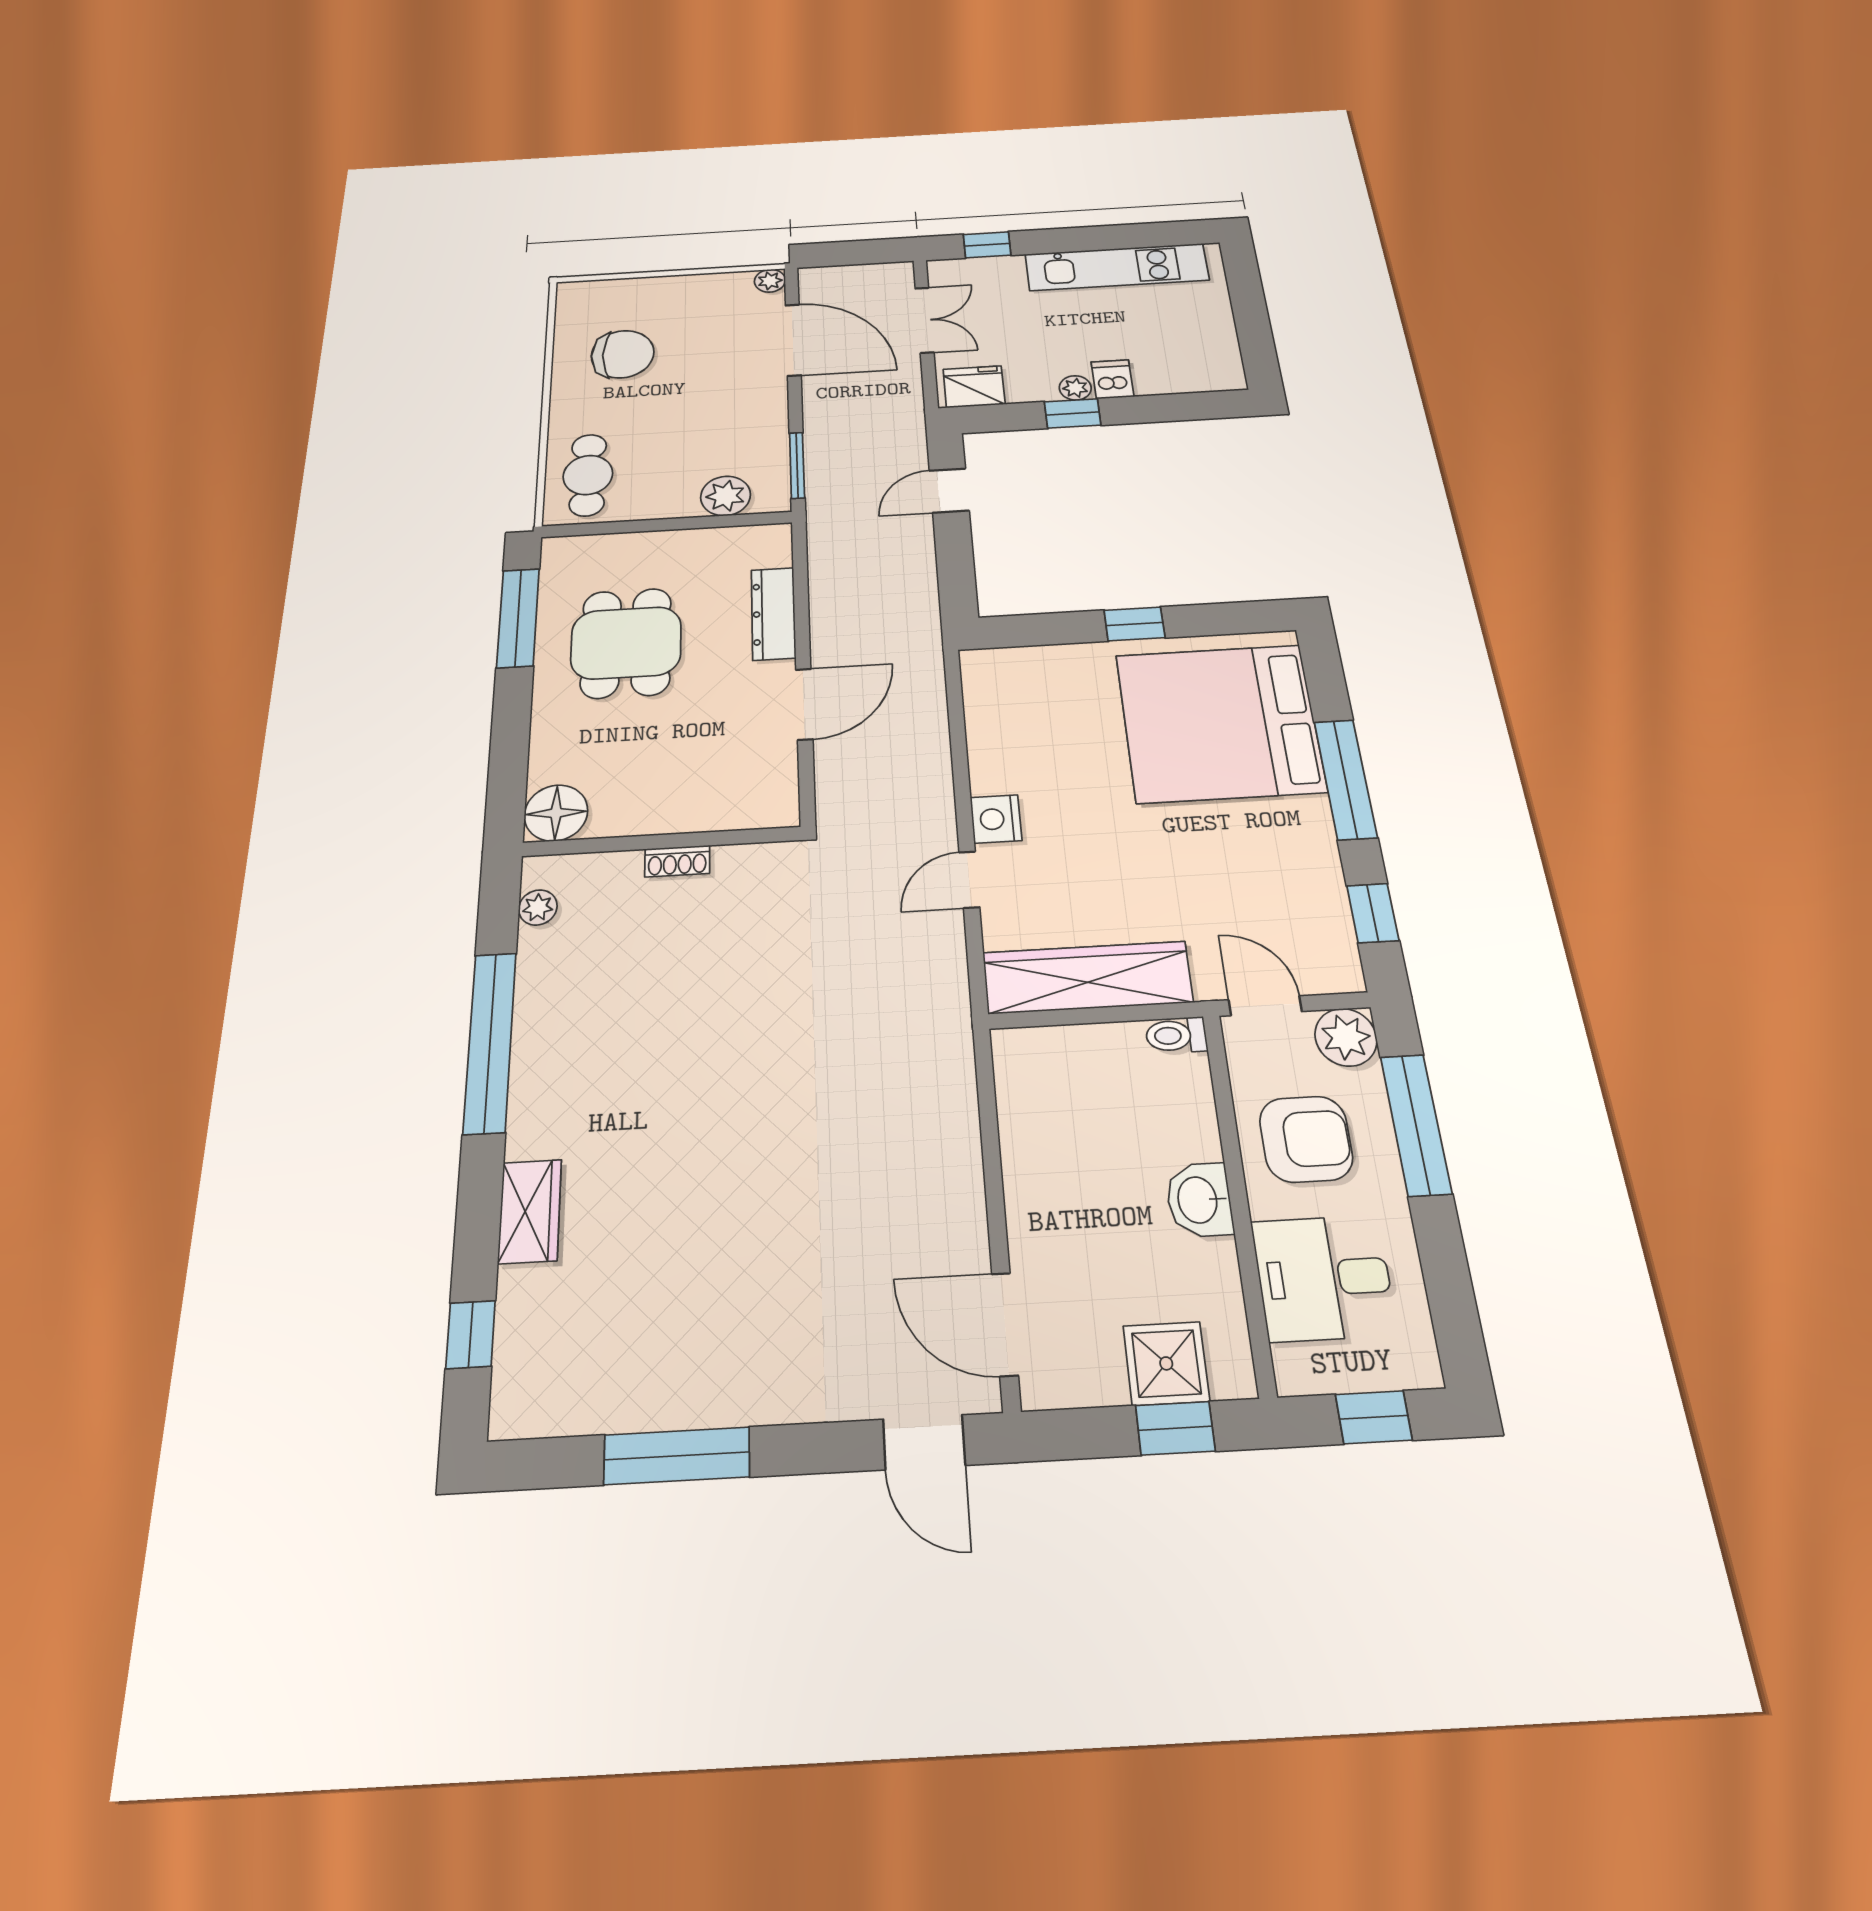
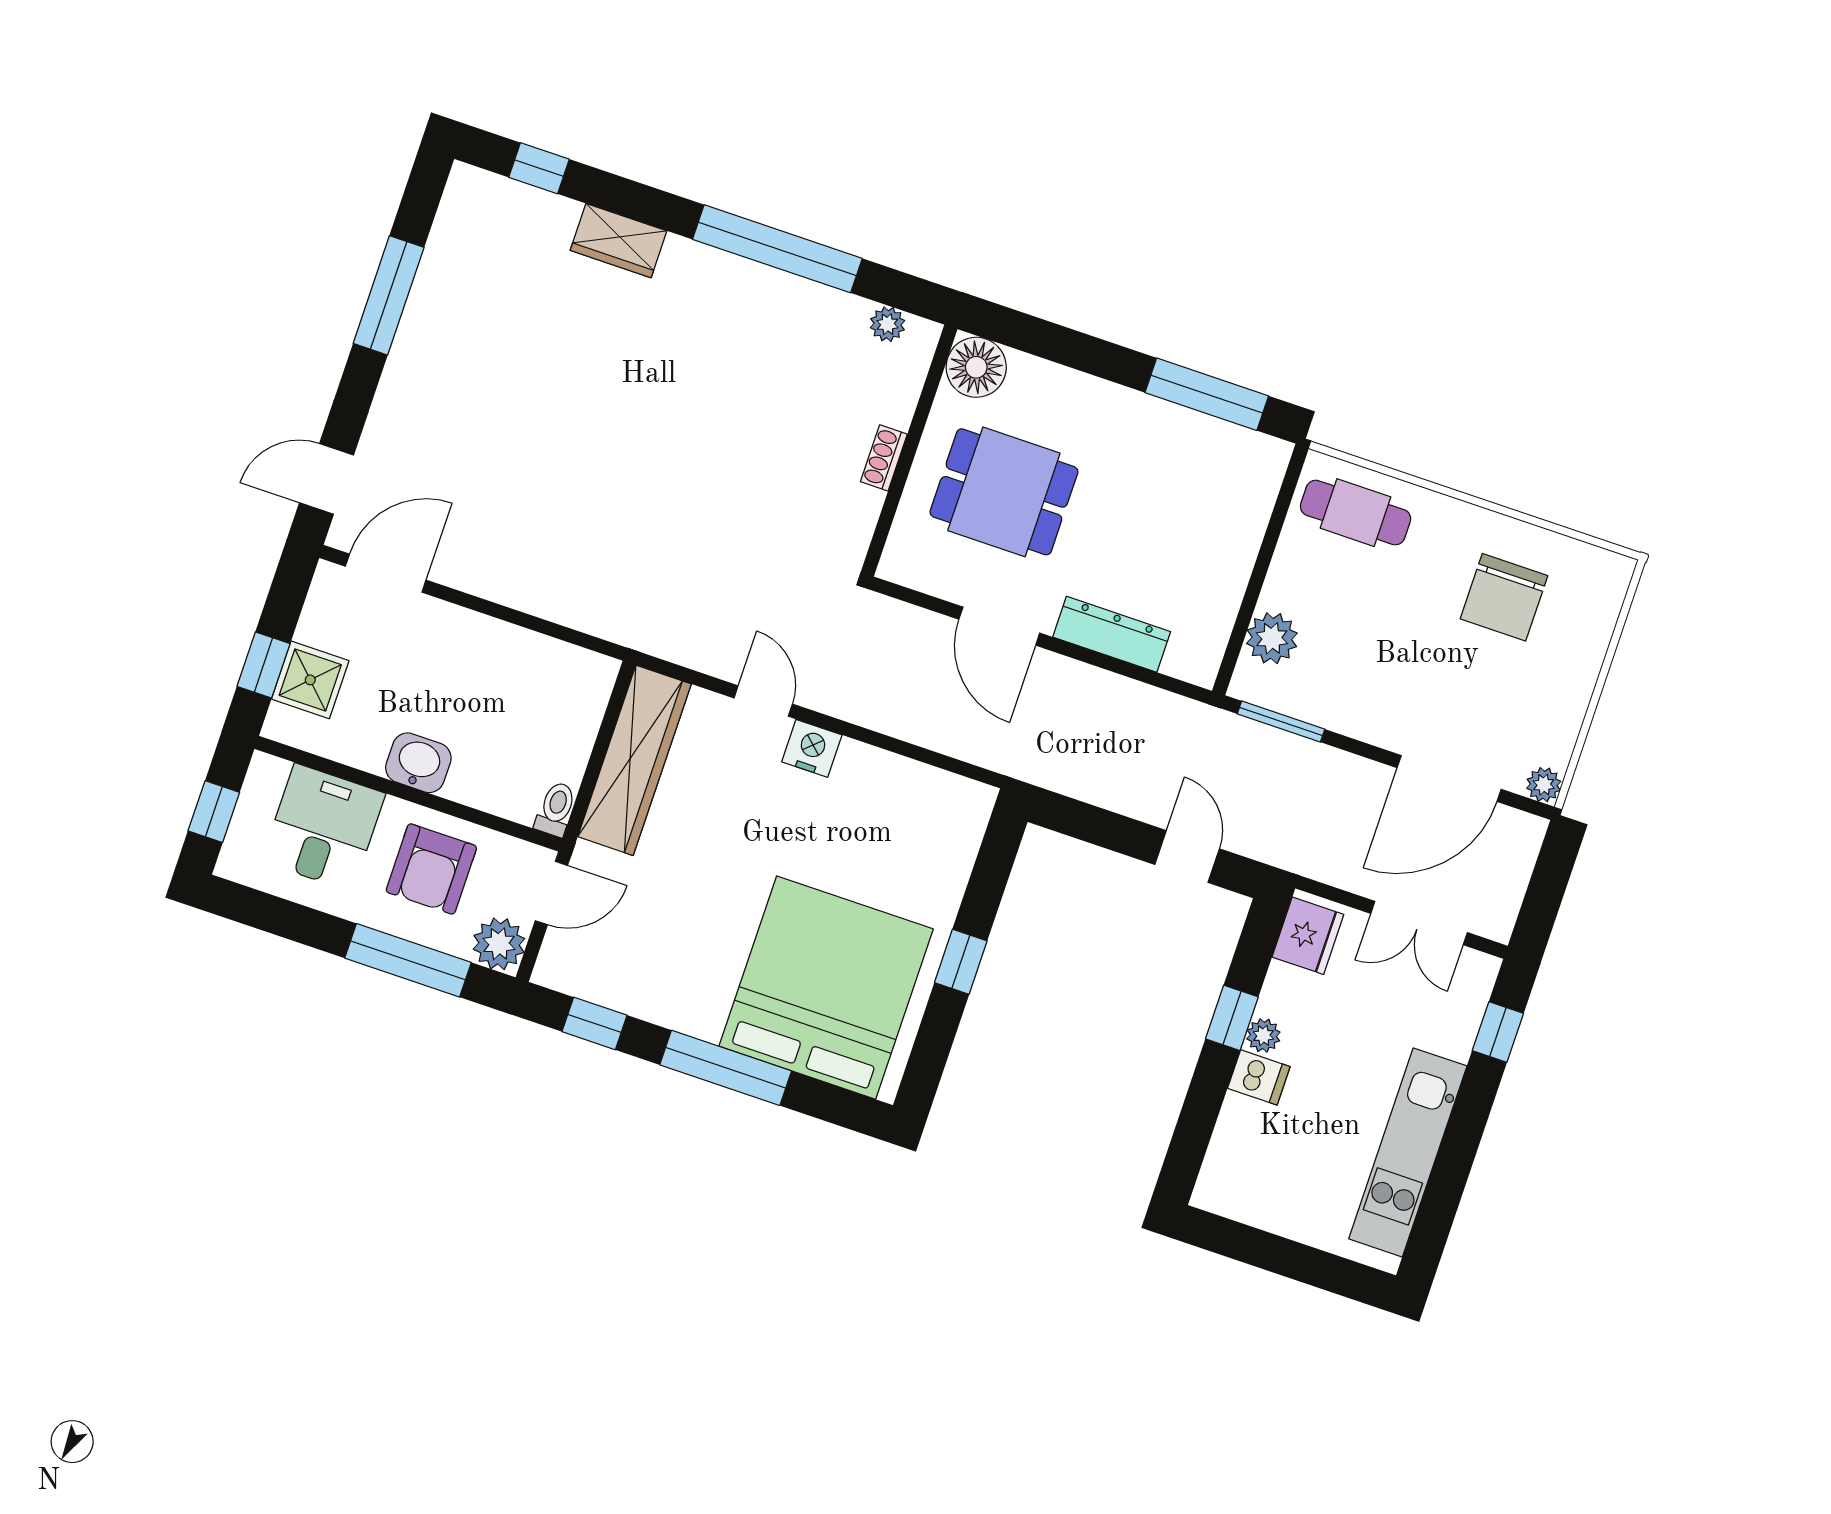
dining table: (626, 643) -> (1004, 492), moved

